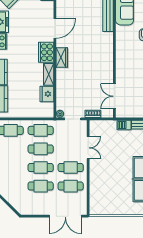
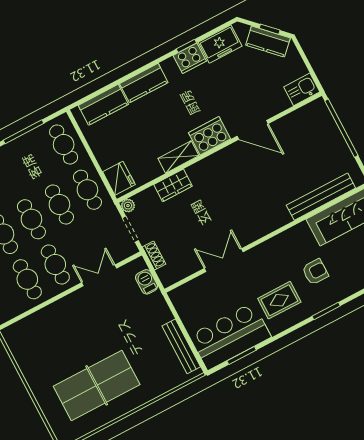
wardrobe: (62, 57) -> (173, 185), moved
fridge: (47, 94) -> (119, 178), moved, turned 90
double door: (114, 96) -> (224, 260), moved
barbecue: (124, 125) -> (147, 282), moved
double door: (88, 148) -> (99, 275), swing flipped

